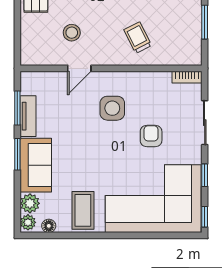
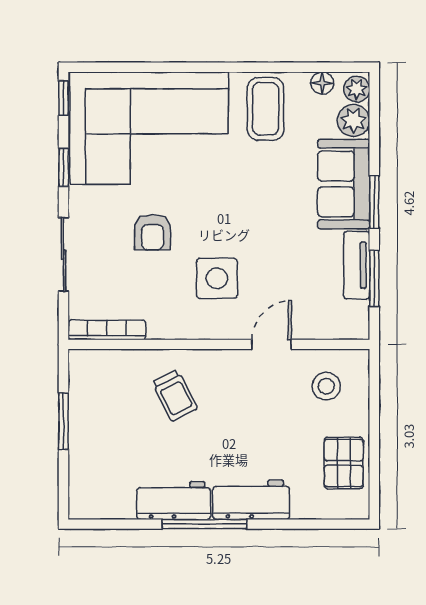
stool: (72, 33) -> (326, 386), moved
bookcase: (187, 77) -> (107, 330), width x1.56

